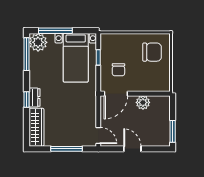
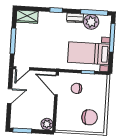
plant: (38, 42) -> (91, 22), moved
chair: (152, 52) -> (90, 117), turned -90
dresser: (35, 98) -> (75, 18), moved
plant: (143, 102) -> (47, 124), moved
wardrobe: (36, 127) -> (27, 17), width x0.67

